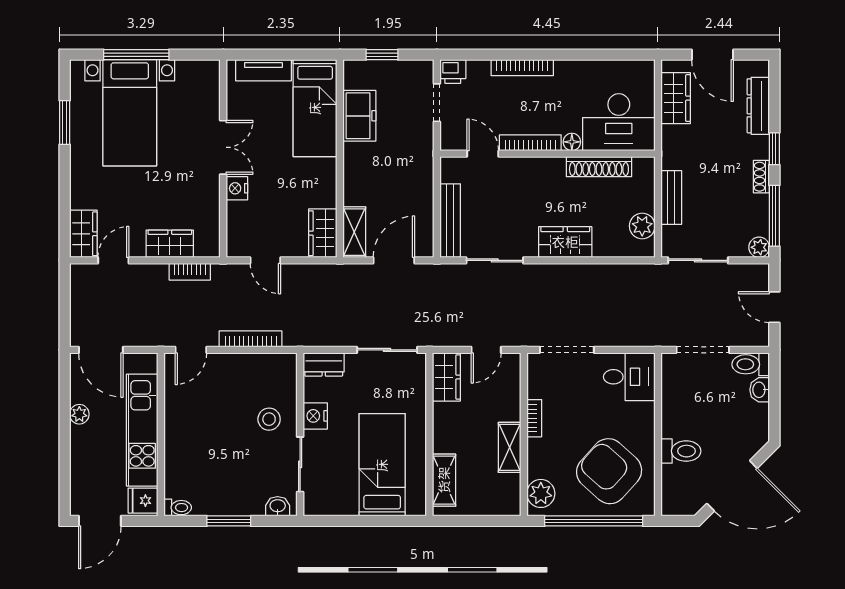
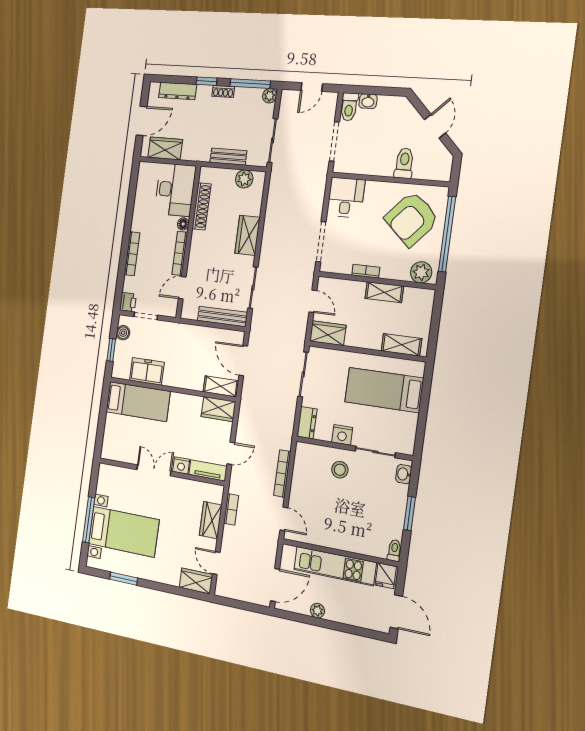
tv unit: (263, 70) -> (208, 470), moved, turned -90
boiler: (409, 70) -> (123, 333), added
door: (732, 486) -> (435, 126), width x0.53

